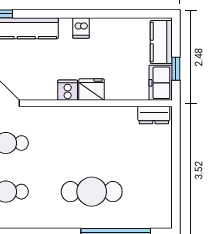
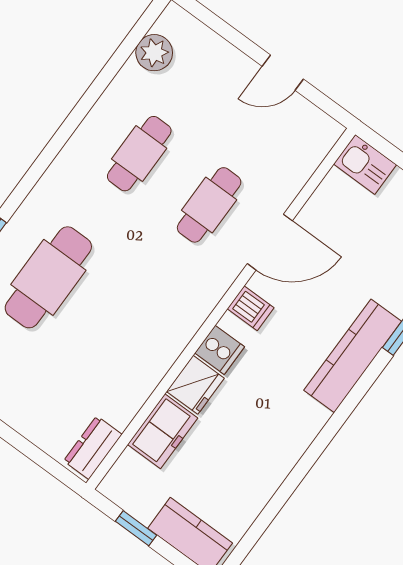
dishwasher: (81, 28) -> (251, 308), moved, turned 180
freezer: (161, 83) -> (163, 431), moved, turned 90

